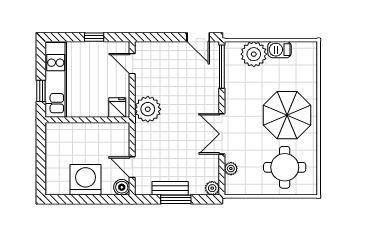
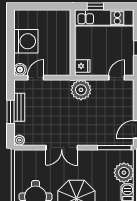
double door: (222, 134) -> (62, 148), swing flipped
plant: (231, 169) -> (35, 155), removed

